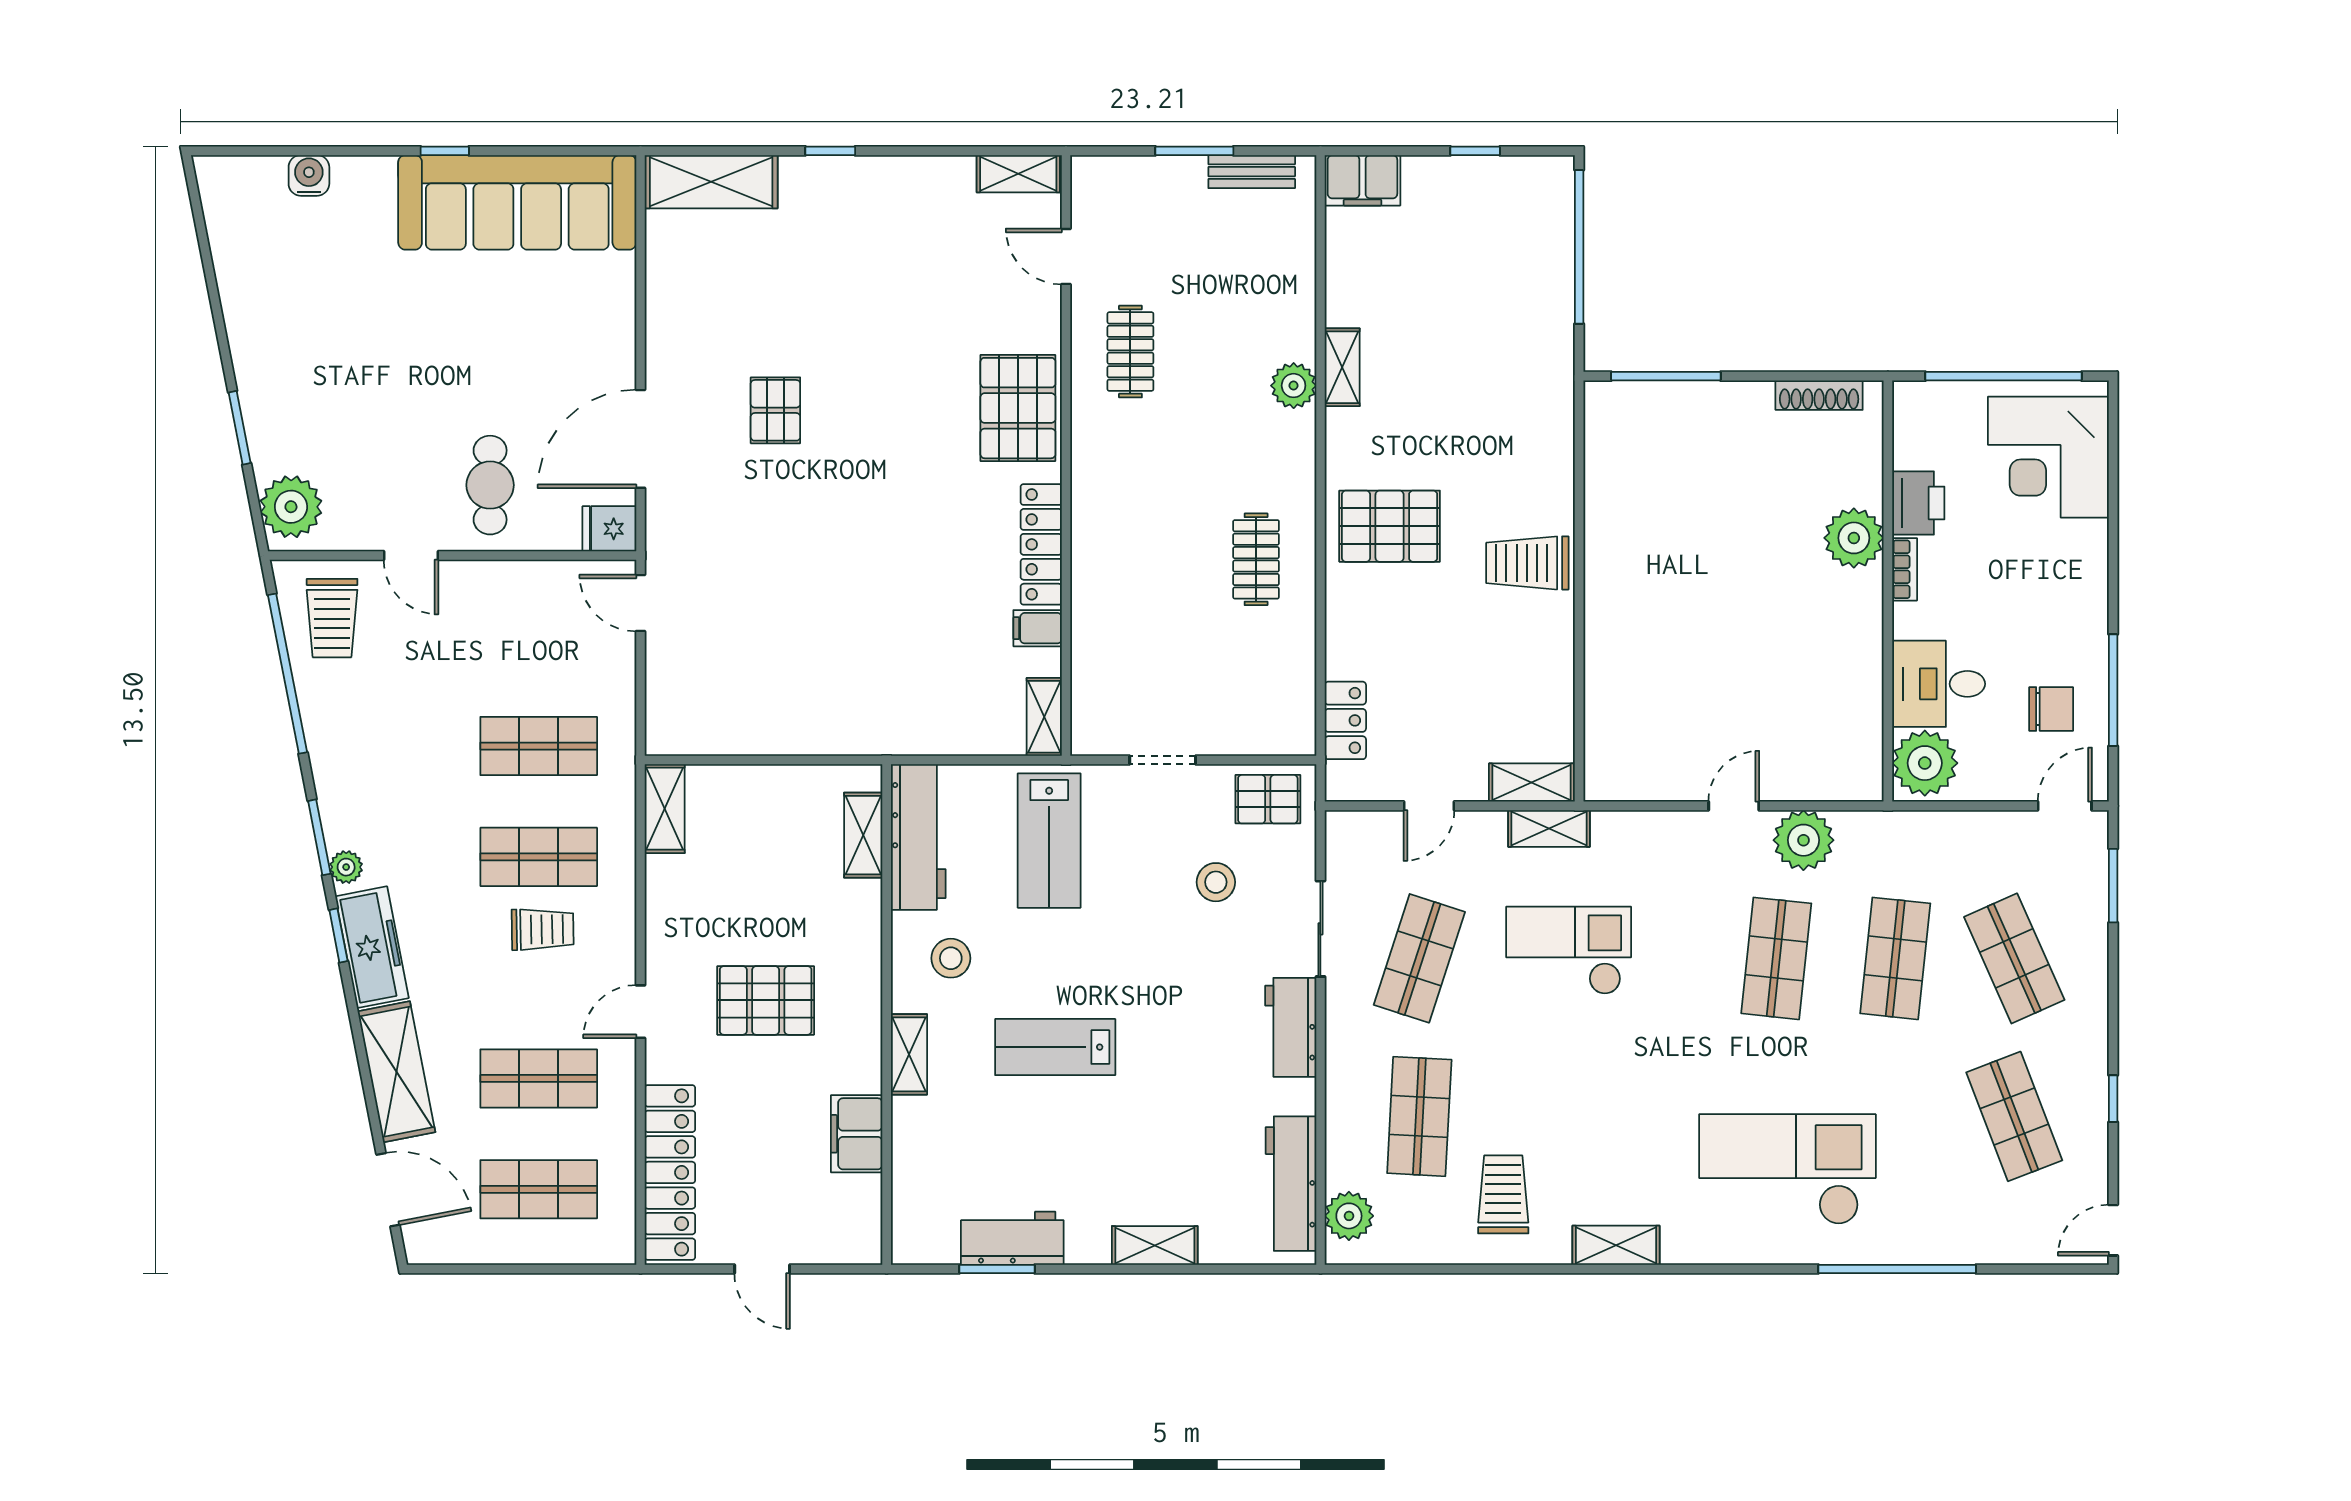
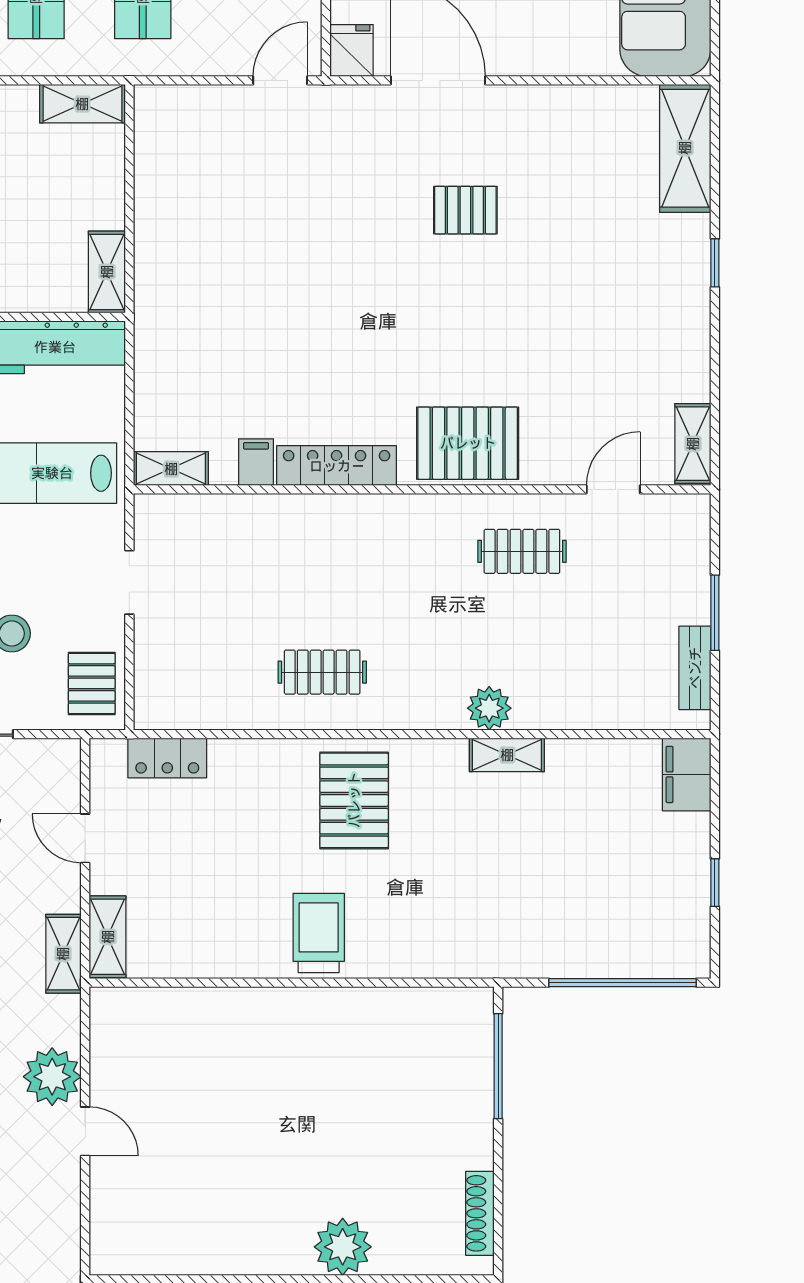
shelving: (863, 835) -> (107, 272), moved, turned 90
plant: (1803, 840) -> (52, 1077), moved

